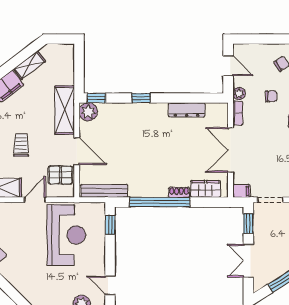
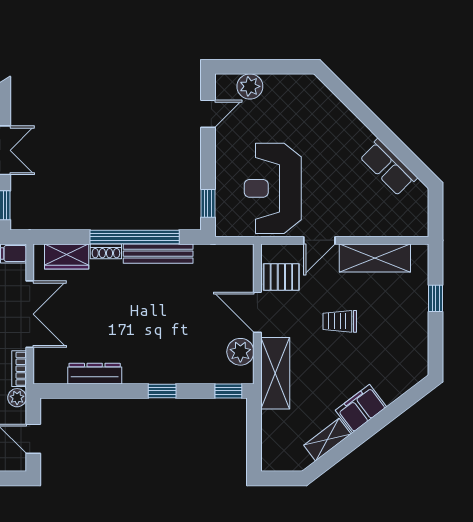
plant: (88, 112) -> (240, 352), moved
trolley: (21, 145) -> (340, 321), turned 90
bench: (104, 191) -> (158, 254), moved
door: (110, 285) -> (208, 114), hinge flipped

